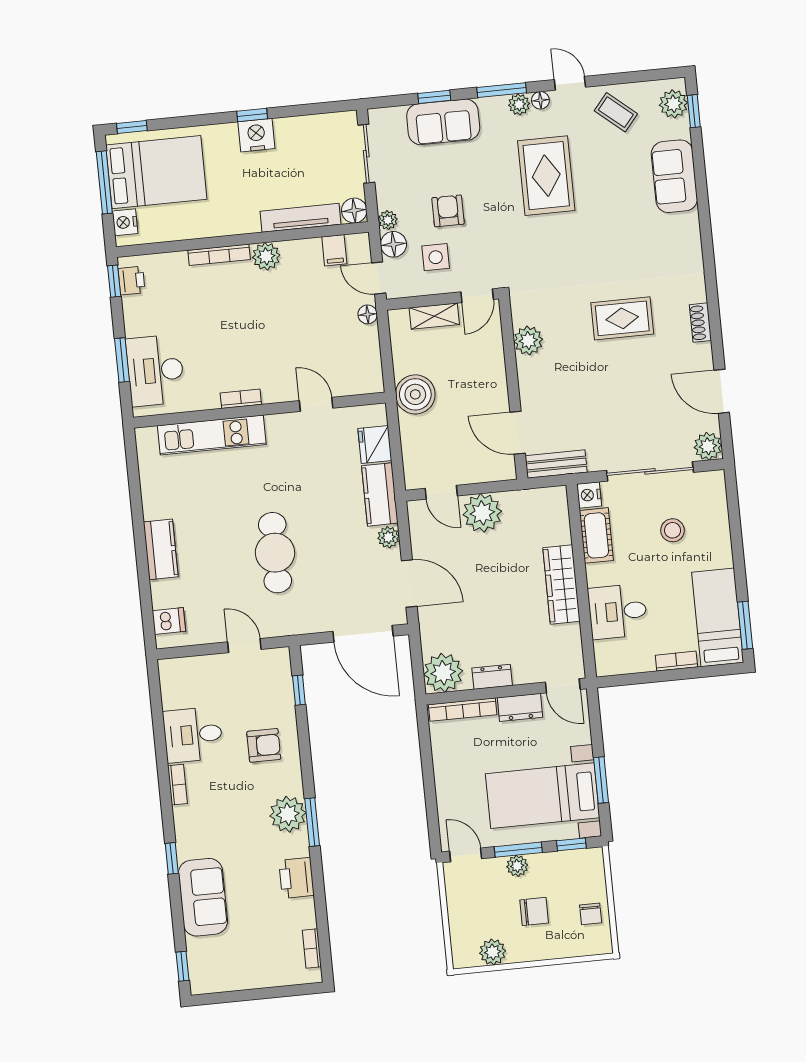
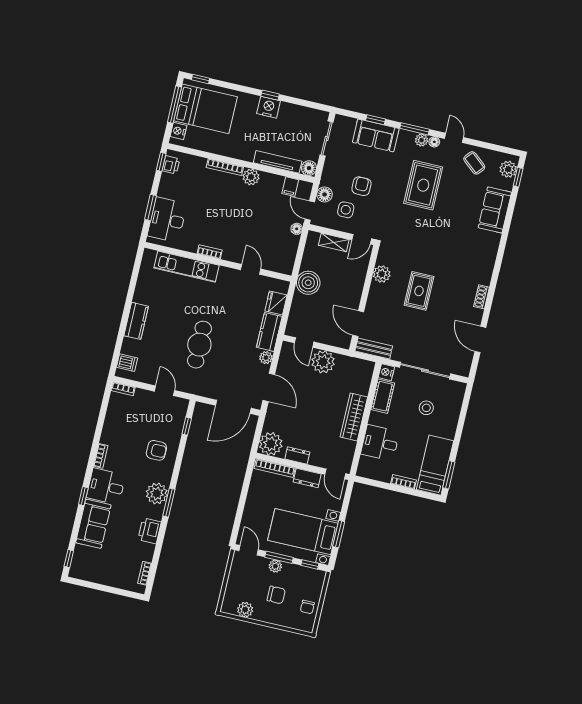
plant: (388, 220) -> (326, 180), removed
rug: (622, 318) -> (419, 291), moved, turned 90
plant: (708, 446) -> (462, 368), removed
door: (363, 634) -> (233, 407), hinge flipped
bookcase: (177, 665) -> (123, 389), added
desk: (193, 735) -> (106, 486), moved

